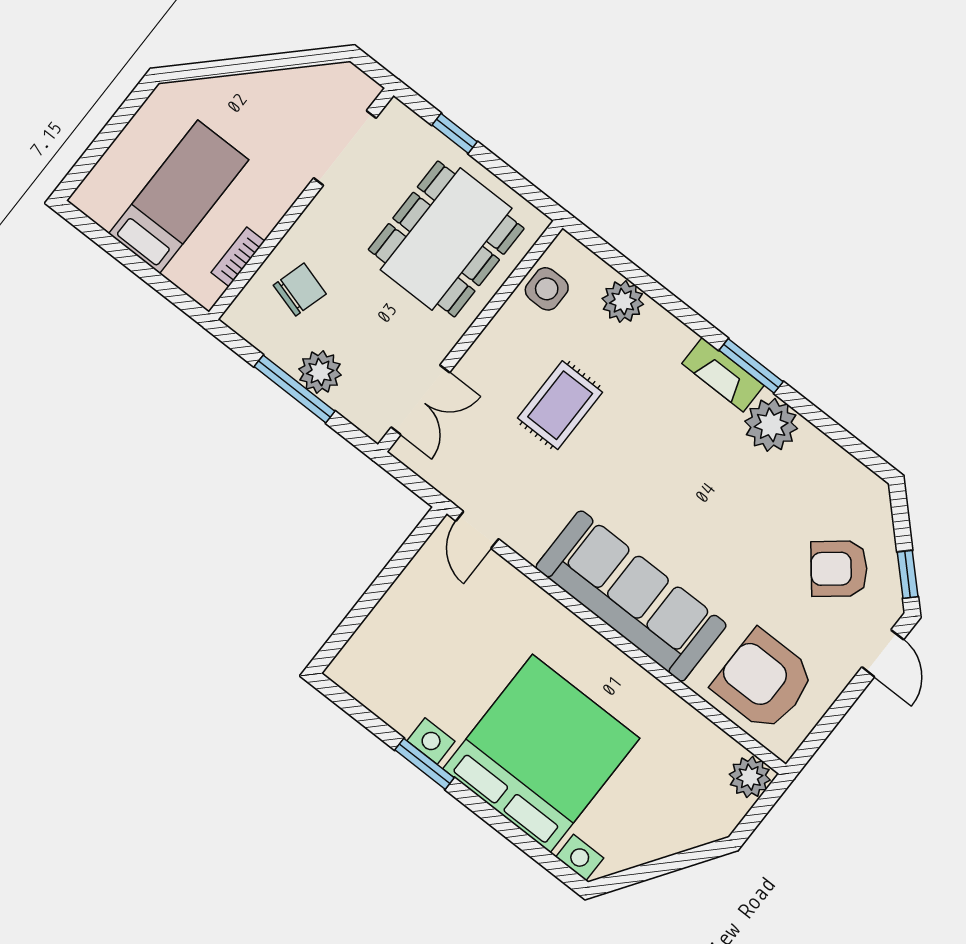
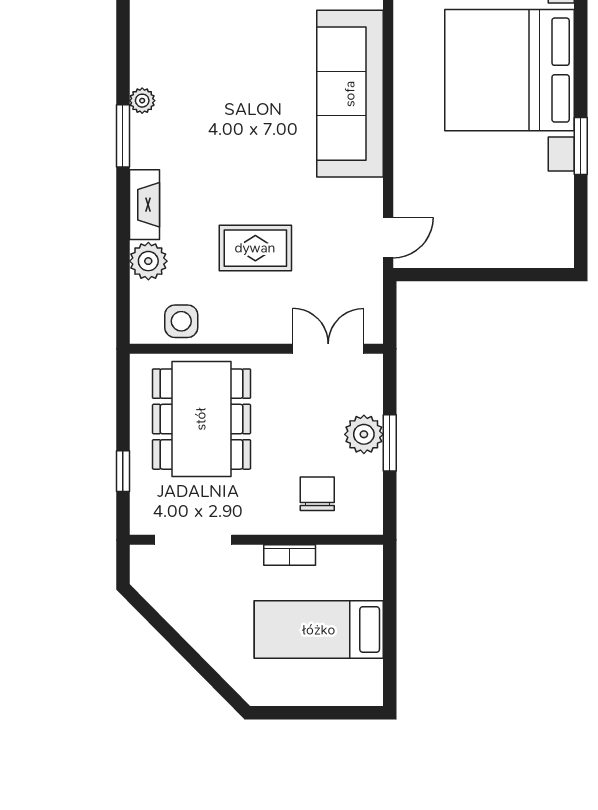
dining table: (446, 239) -> (201, 419), turned 90
bookcase: (238, 257) -> (290, 555), moved
chair: (300, 290) -> (317, 494), turned 74
fireplace: (723, 375) -> (144, 205), moved
window: (294, 389) -> (390, 443), width x0.69
plant: (771, 425) -> (142, 101), width x0.53, depth x0.53

